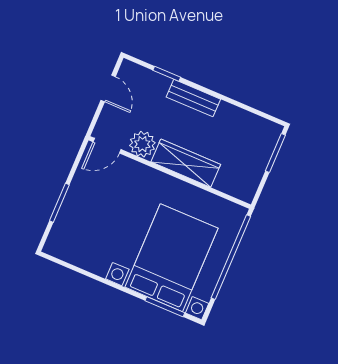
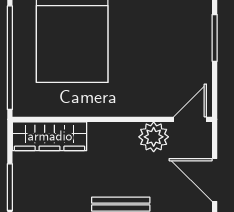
door: (108, 88) -> (215, 180), width x1.38
wardrobe: (186, 163) -> (50, 136), moved

